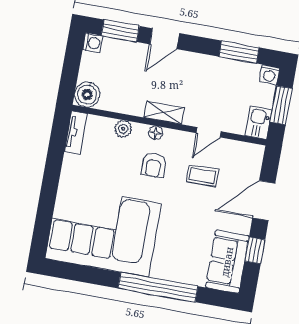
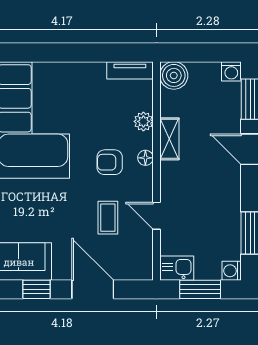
shelving: (164, 112) -> (169, 139), moved

